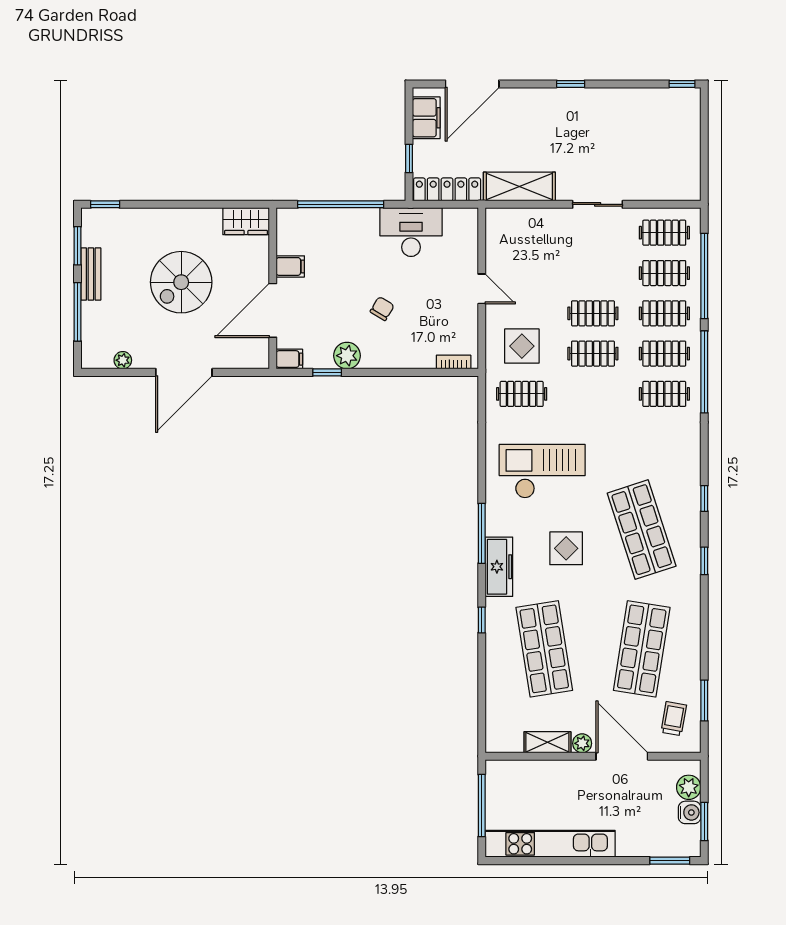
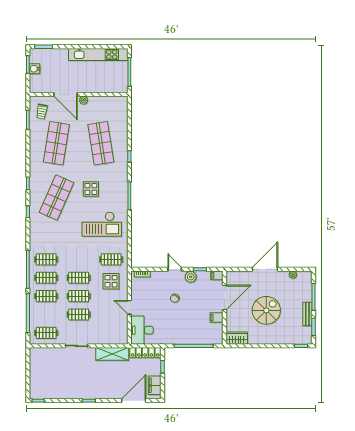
desk: (411, 232) -> (142, 330), moved, turned 90
clothes rail: (664, 273) -> (79, 315), moved
door: (382, 372) -> (175, 269), added
shop shelf: (642, 530) -> (56, 198), turned 42
freezer: (499, 567) -> (122, 181), removed
shelving: (547, 742) -> (99, 101), removed
plant: (689, 787) -> (35, 80), removed

